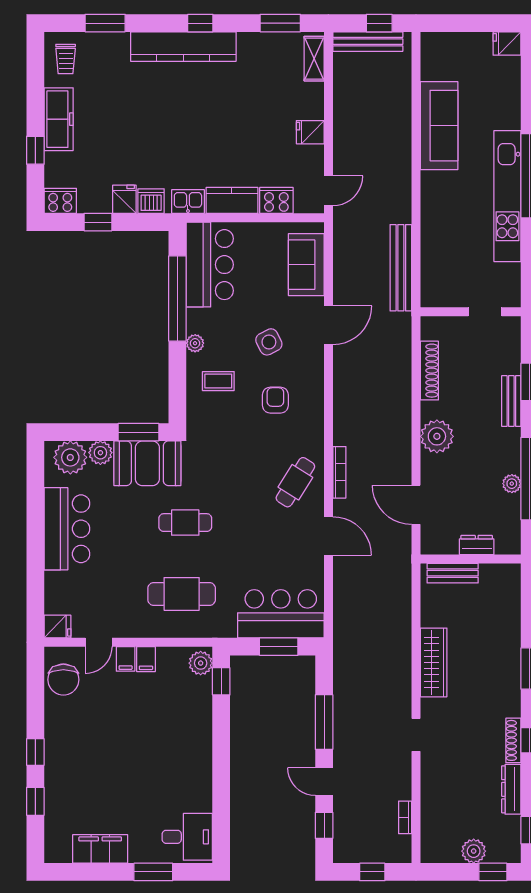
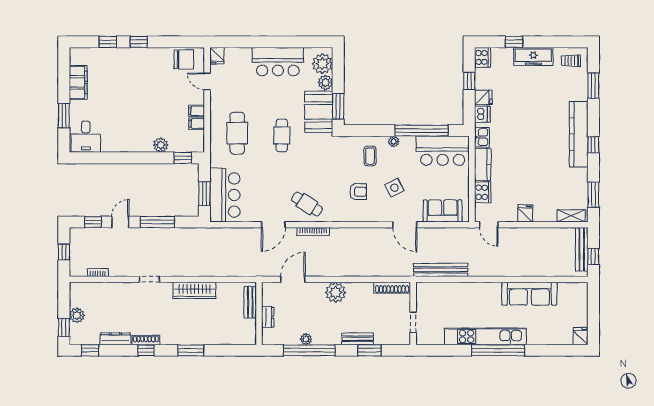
shoe rack: (429, 371) -> (392, 288), moved
filing cabinet: (126, 659) -> (197, 124), moved
plant: (201, 663) -> (161, 145), moved
chair: (63, 680) -> (184, 59), turned 180

